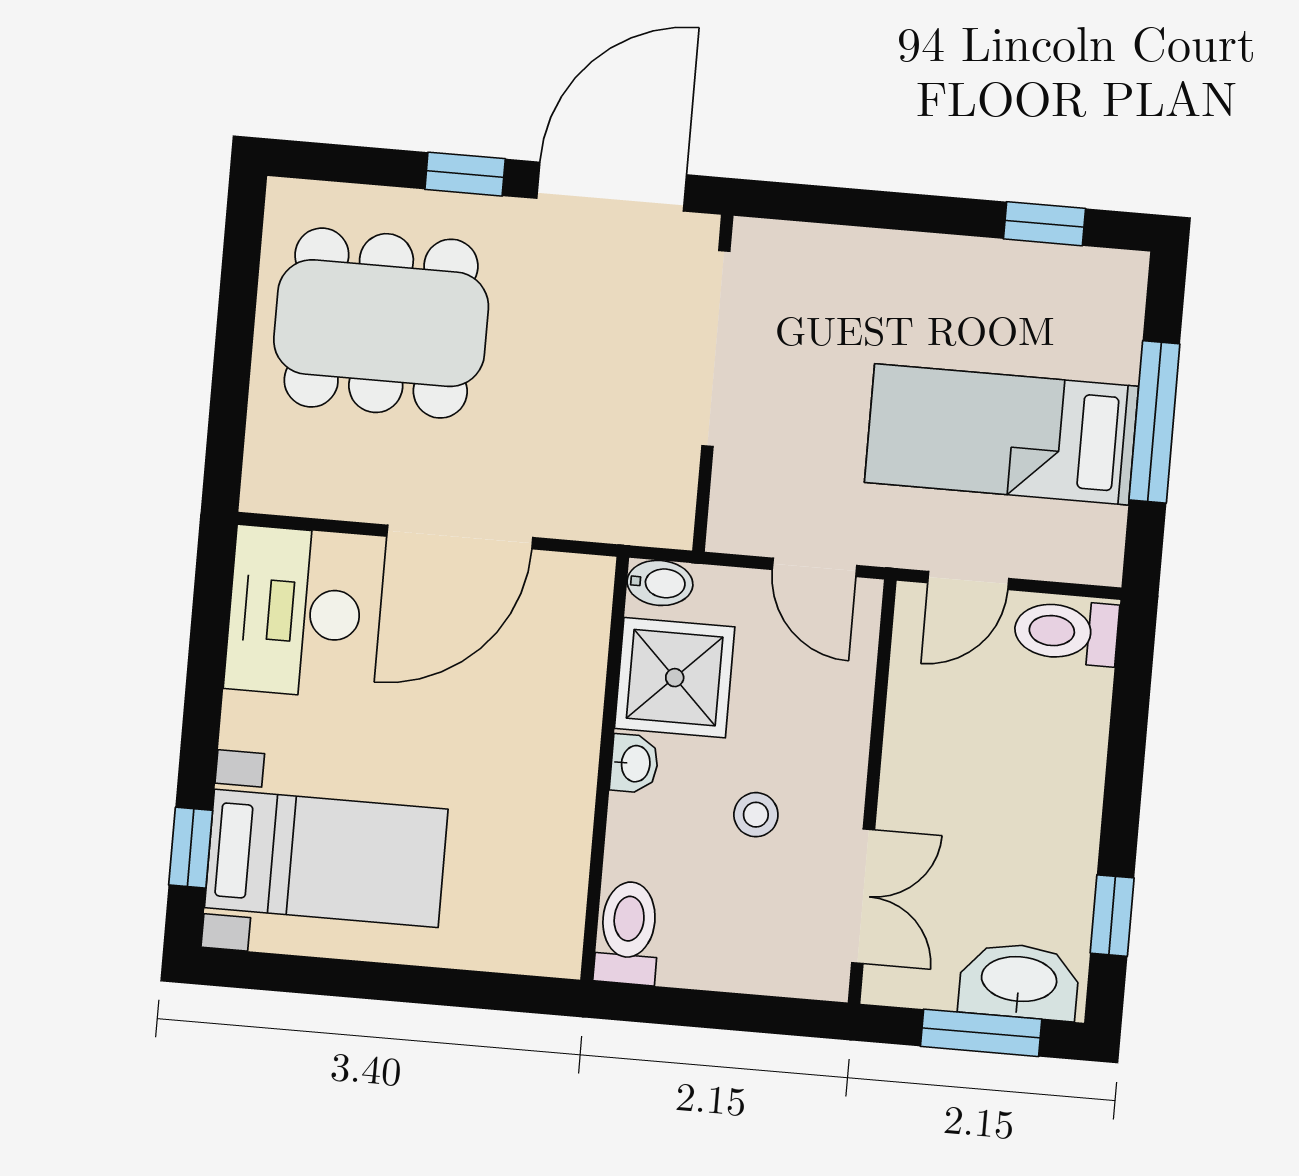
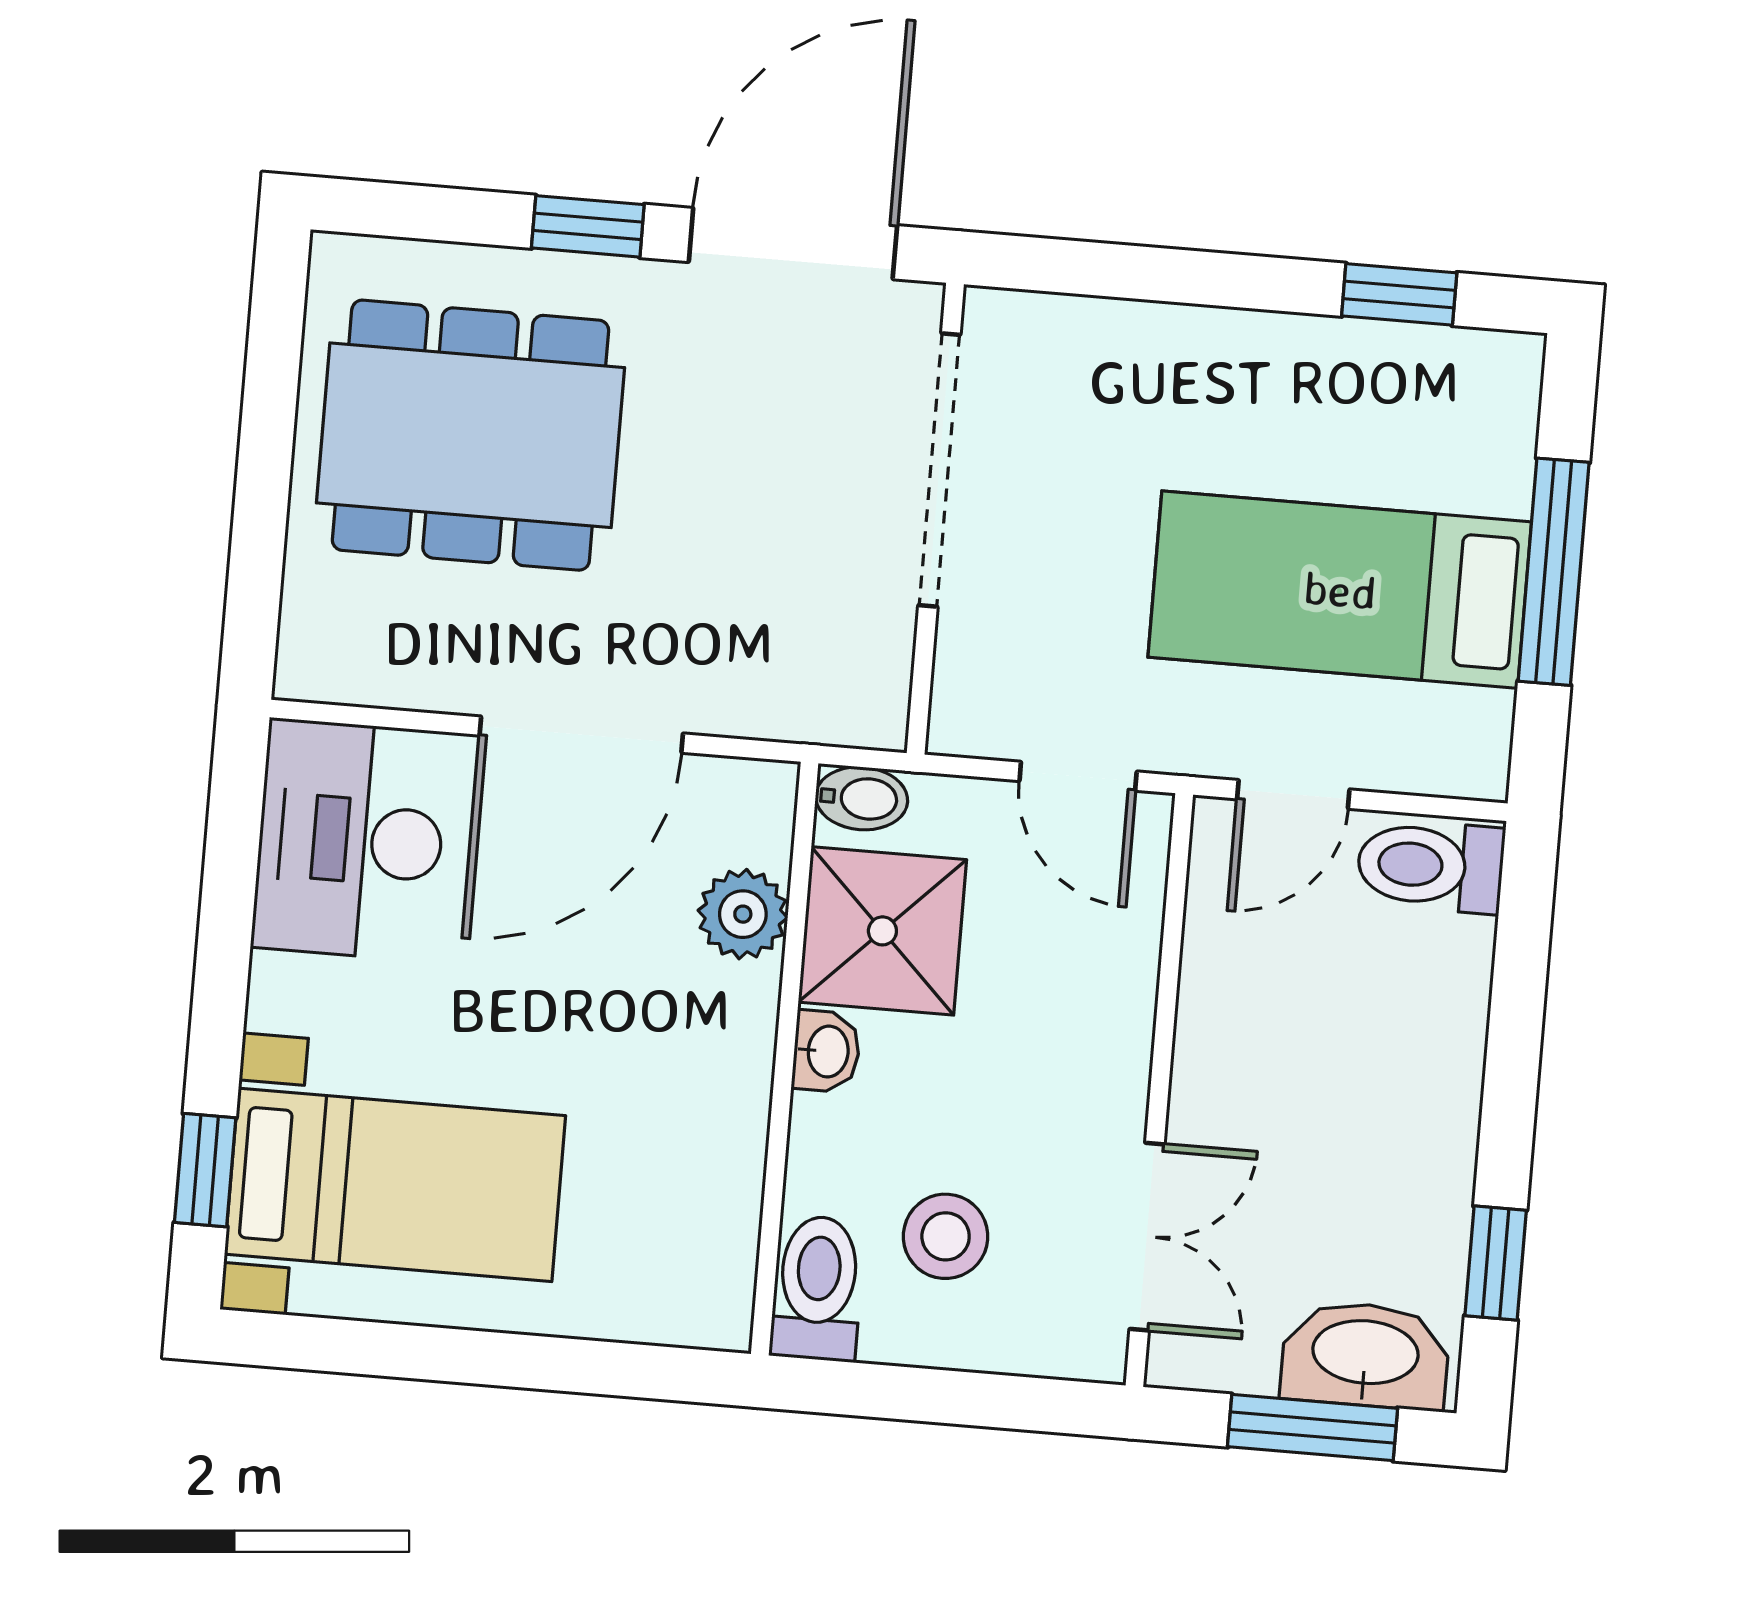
plant: (575, 665) -> (743, 914), added
stool: (756, 815) -> (946, 1236), moved, width x1.37, depth x1.37

